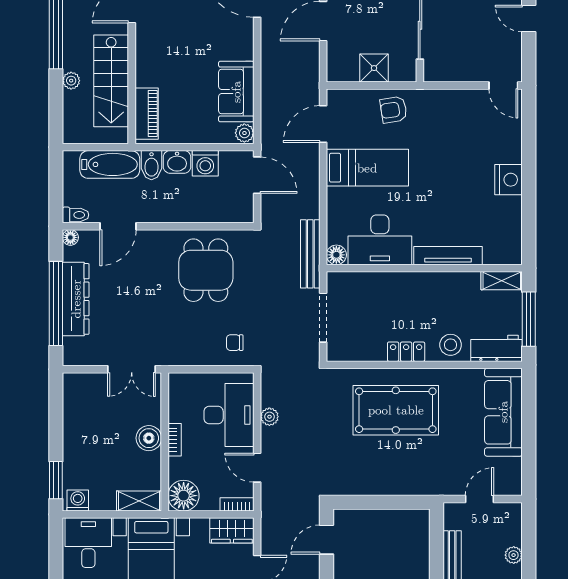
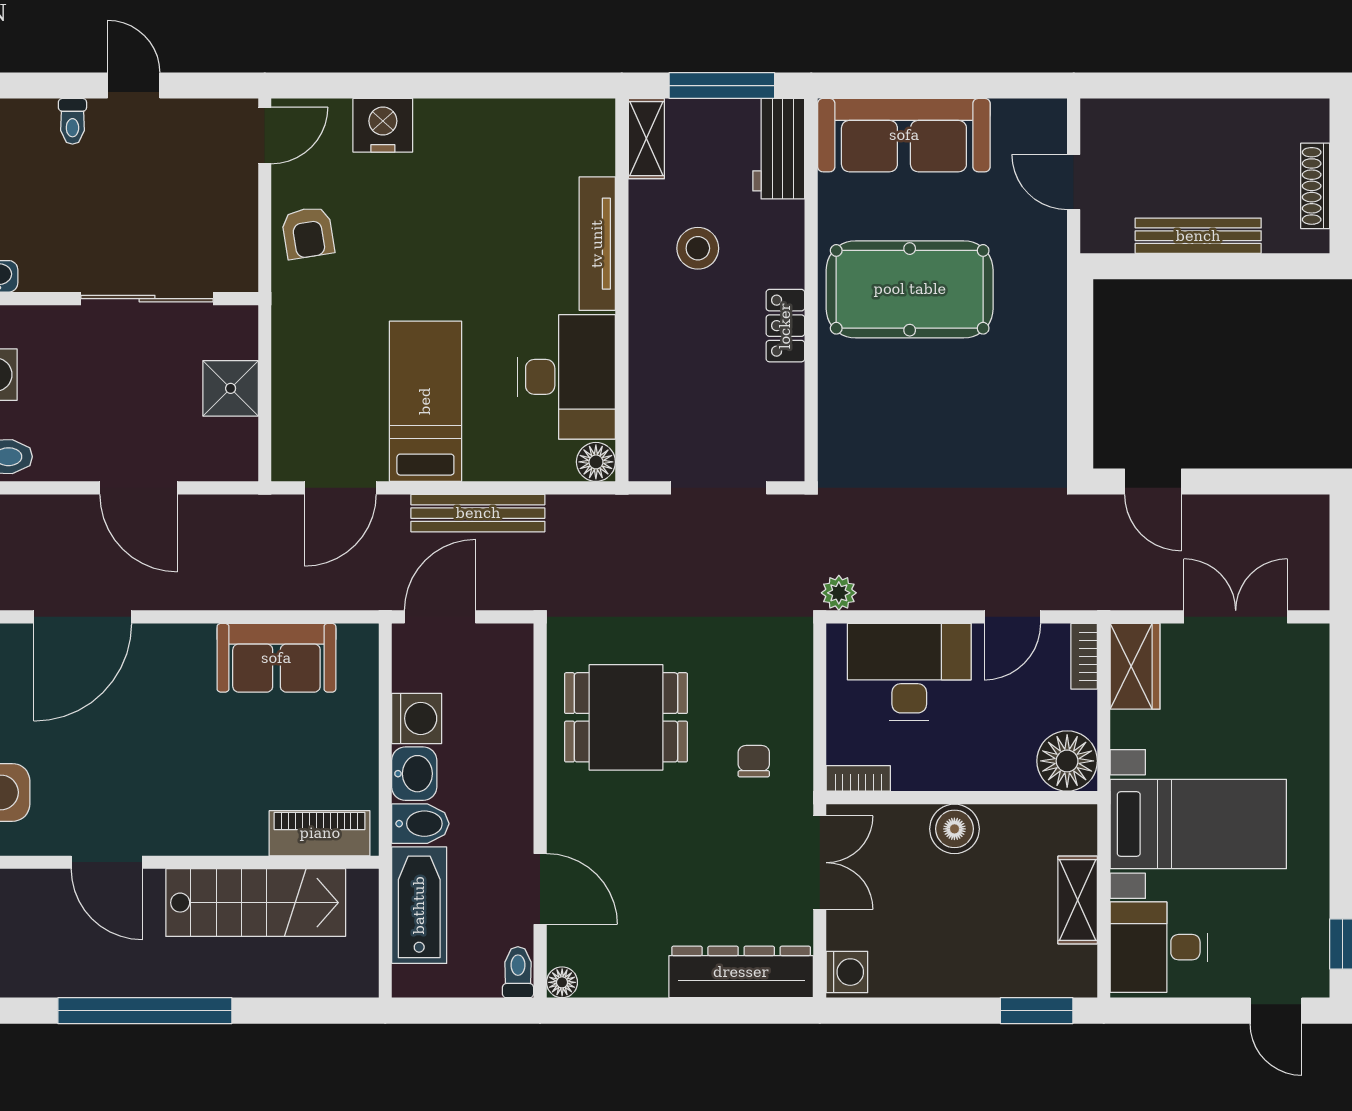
door: (529, 18) -> (134, 86), swing flipped
plant: (71, 81) -> (255, 981), removed
armchair: (394, 110) -> (308, 233), moved
door: (323, 124) -> (340, 488), hinge flipped
plant: (244, 133) -> (358, 642), removed
nightstand: (508, 180) -> (383, 125), moved
bench: (310, 254) -> (478, 513), moved
dresser: (76, 299) -> (741, 972), moved
window: (56, 303) -> (691, 1011), removed
chair: (235, 343) -> (754, 761), moved, turned 180
stool: (451, 345) -> (698, 248), moved
pool table: (396, 410) -> (910, 289), moved, turned 90
plant: (269, 417) -> (839, 593), moved
bookcase: (175, 440) -> (858, 778), moved
washing machine: (78, 501) -> (847, 972), moved, turned 180
shelving: (139, 501) -> (1078, 900), moved
plant: (514, 555) -> (1183, 115), removed

